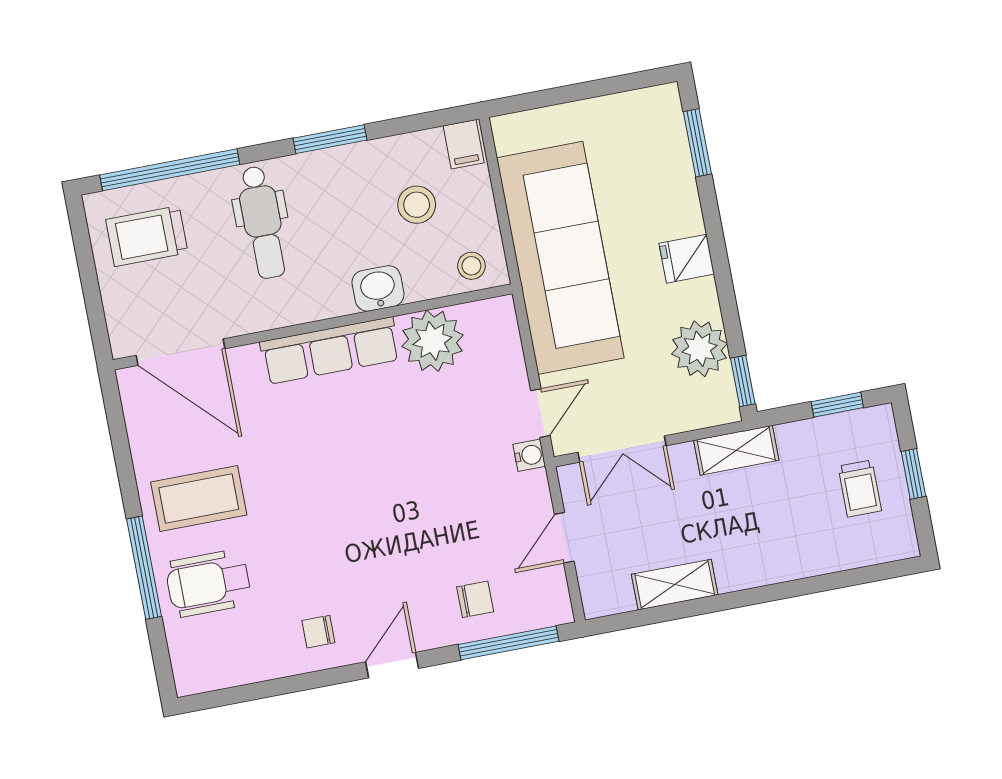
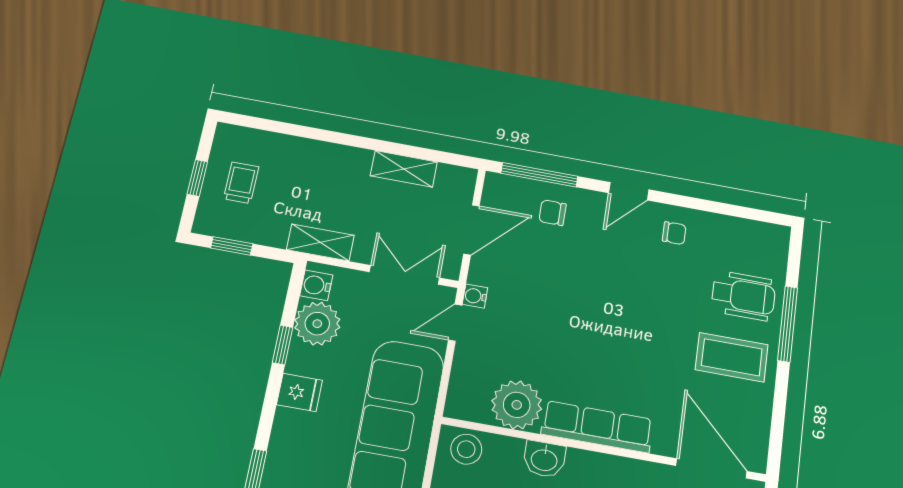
stool: (471, 266) -> (466, 449), width x1.37, depth x1.37
window: (743, 381) -> (283, 345), moved
water cooler: (720, 395) -> (316, 285), added
door: (564, 538) -> (471, 230), width x1.38

